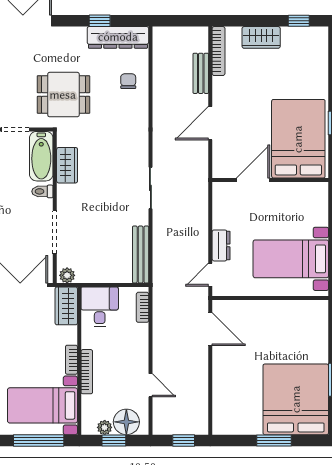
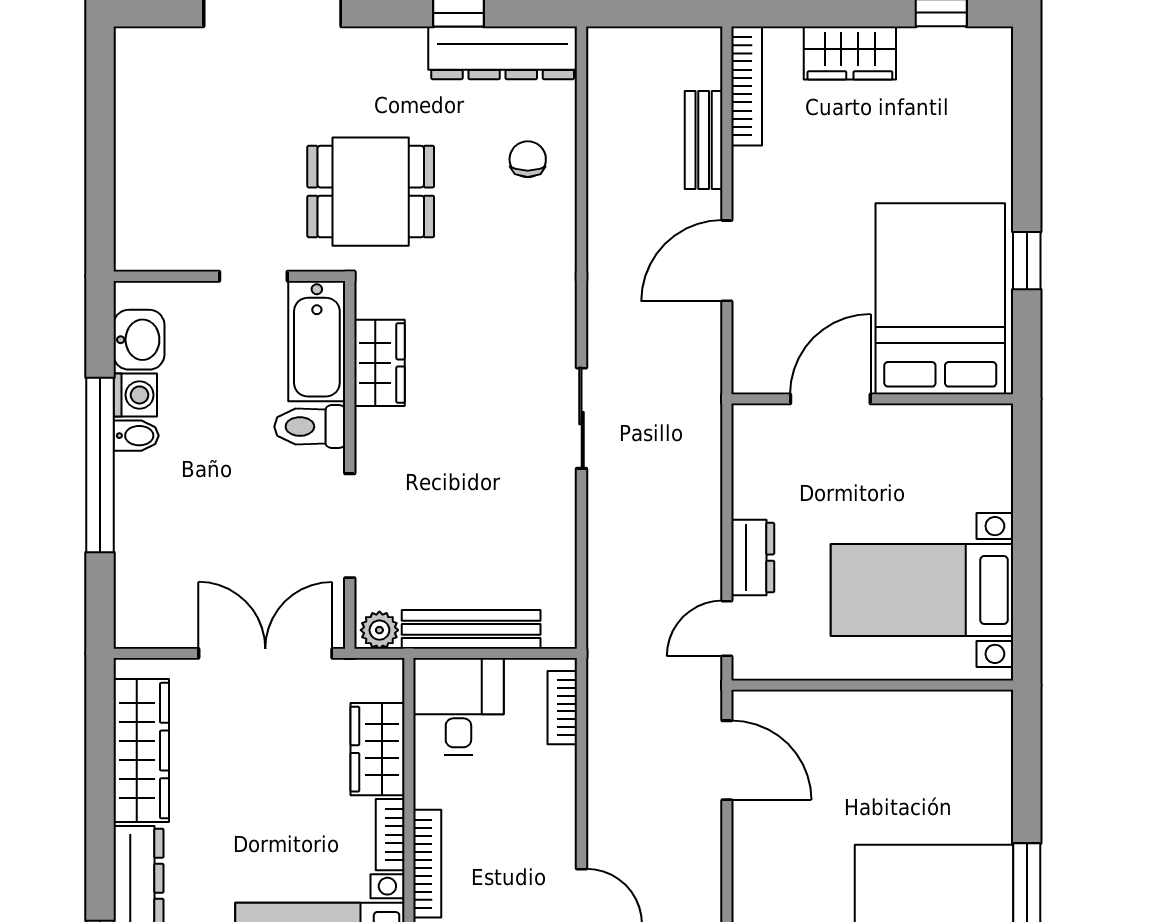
toilet: (42, 191) -> (310, 427), width x1.37, depth x1.39
bench: (141, 254) -> (471, 629), moved, turned 90
wardrobe: (66, 306) -> (377, 749), moved

